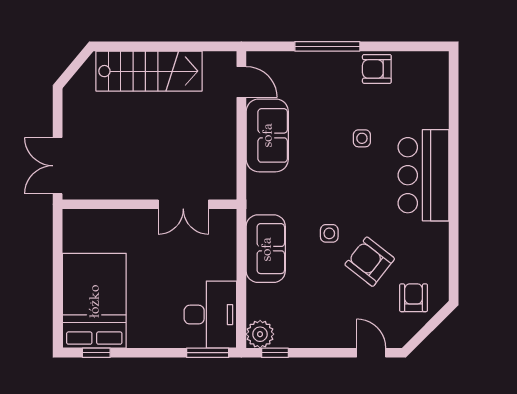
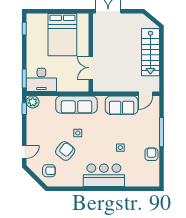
sofa: (266, 249) -> (76, 105), width x1.36
bed: (94, 301) -> (62, 35), moved, turned 90

